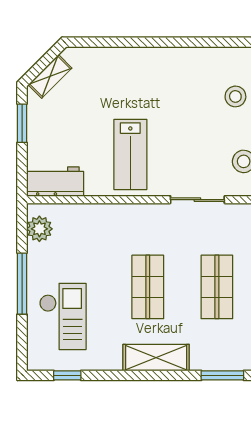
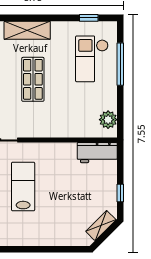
window: (22, 123) -> (120, 193), width x0.67
lab bench: (130, 154) -> (23, 187), moved
window: (22, 284) -> (120, 64), moved

